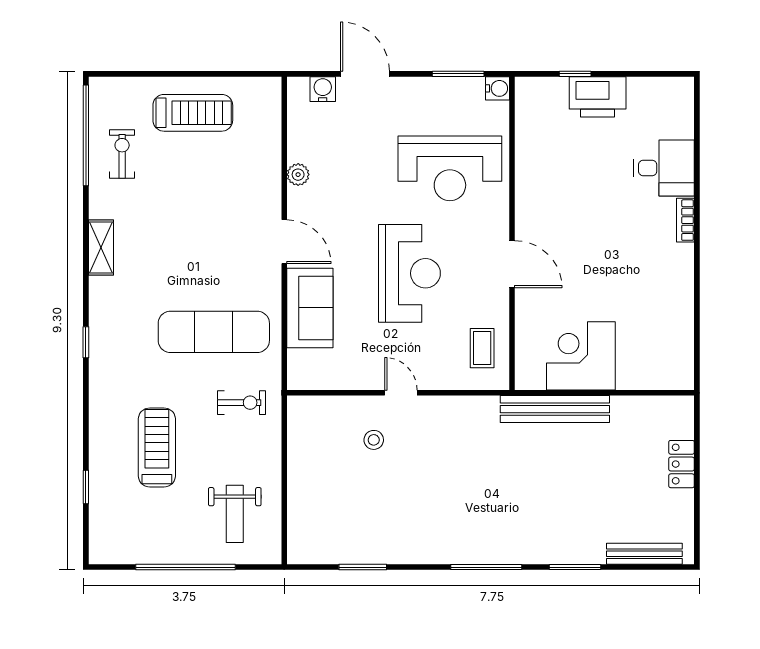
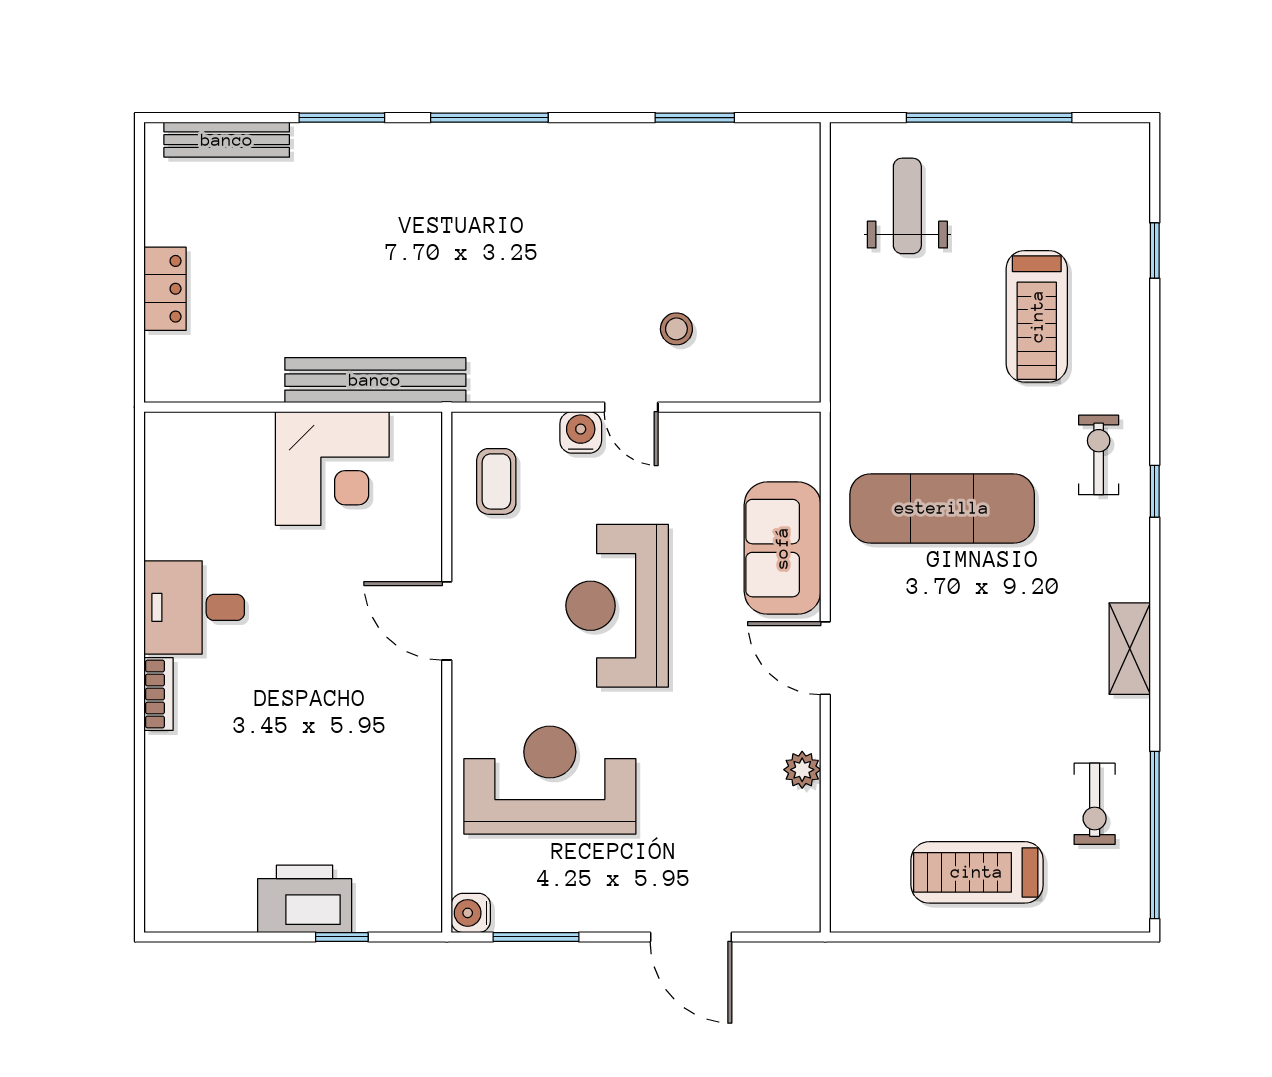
water cooler: (323, 89) -> (581, 432), moved, turned 180
desk: (664, 168) -> (194, 607), moved
exercise bike: (242, 403) -> (1099, 455), moved, turned 90

